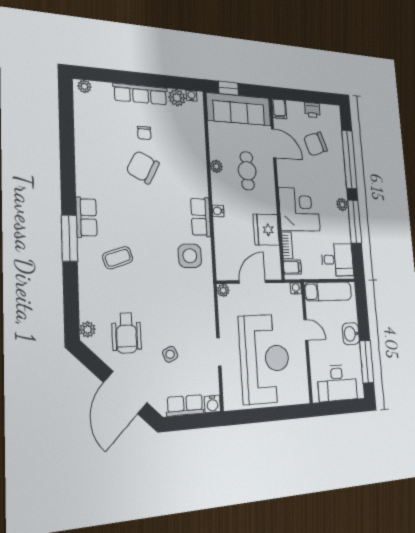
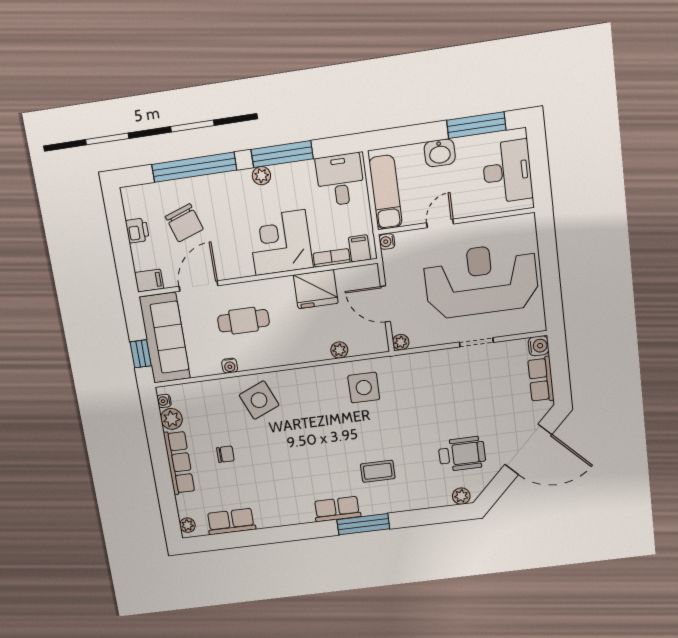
plant: (216, 166) -> (339, 350), moved
chair: (143, 167) -> (267, 452), removed
water cooler: (218, 211) -> (230, 366), moved
row of seats: (201, 217) -> (231, 521), moved, turned 180
coffee table: (118, 258) -> (378, 471), turned -72
side table: (170, 354) -> (259, 400), moved, width x1.87, depth x1.87

